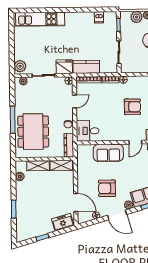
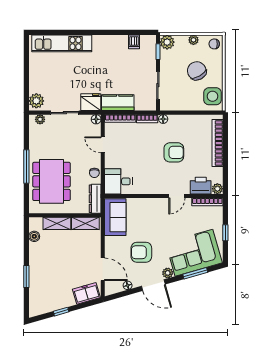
plant: (137, 17) -> (167, 42), moved
door: (75, 101) -> (103, 145), swing flipped
sofa: (108, 153) -> (115, 217), moved, turned -90

